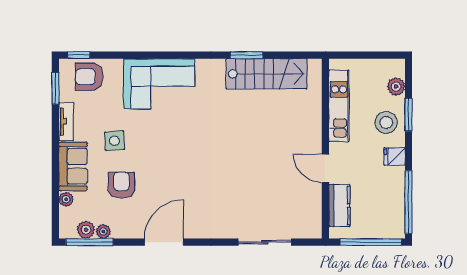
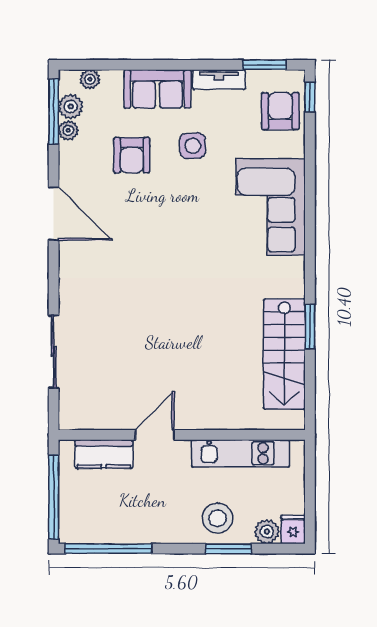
fridge: (395, 156) -> (293, 530), moved
armchair: (121, 185) -> (132, 155), turned 90
plant: (66, 199) -> (90, 79), moved

